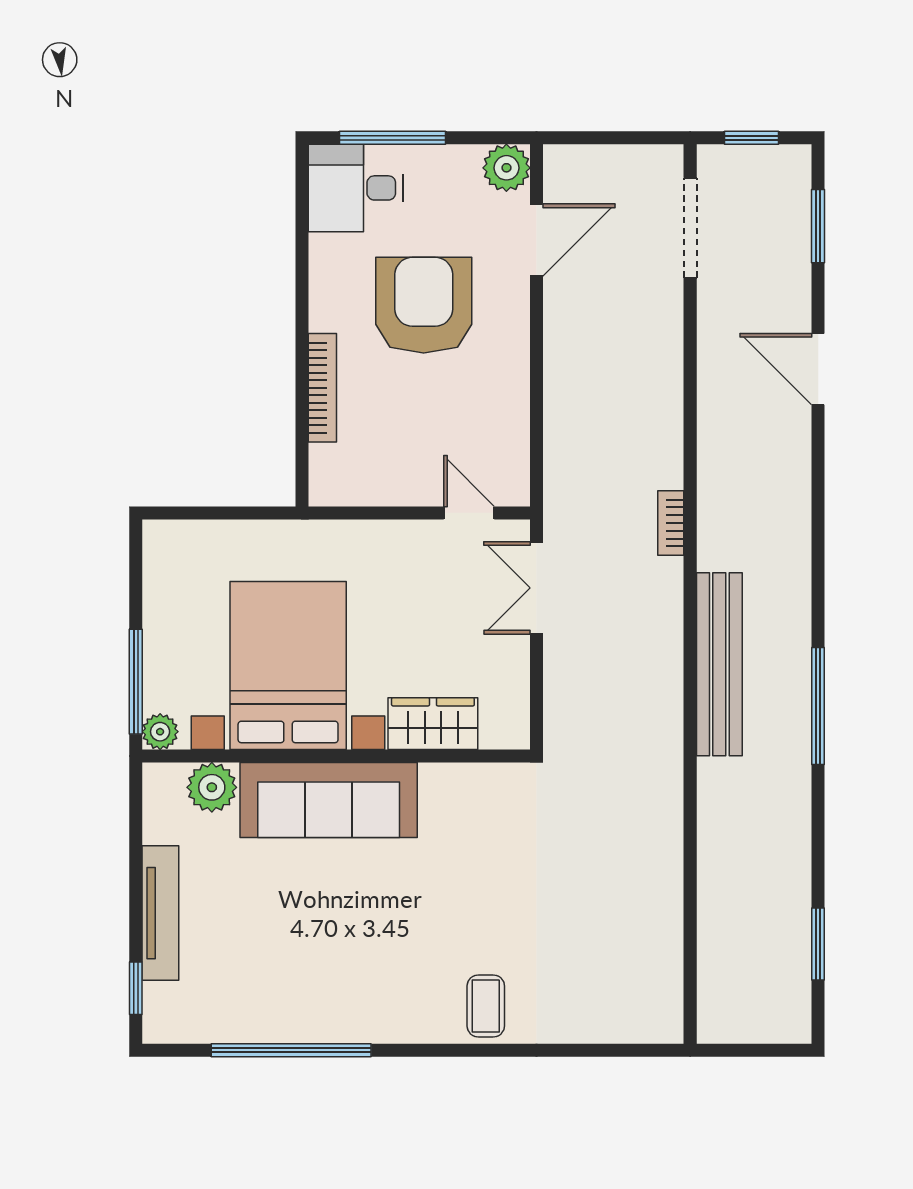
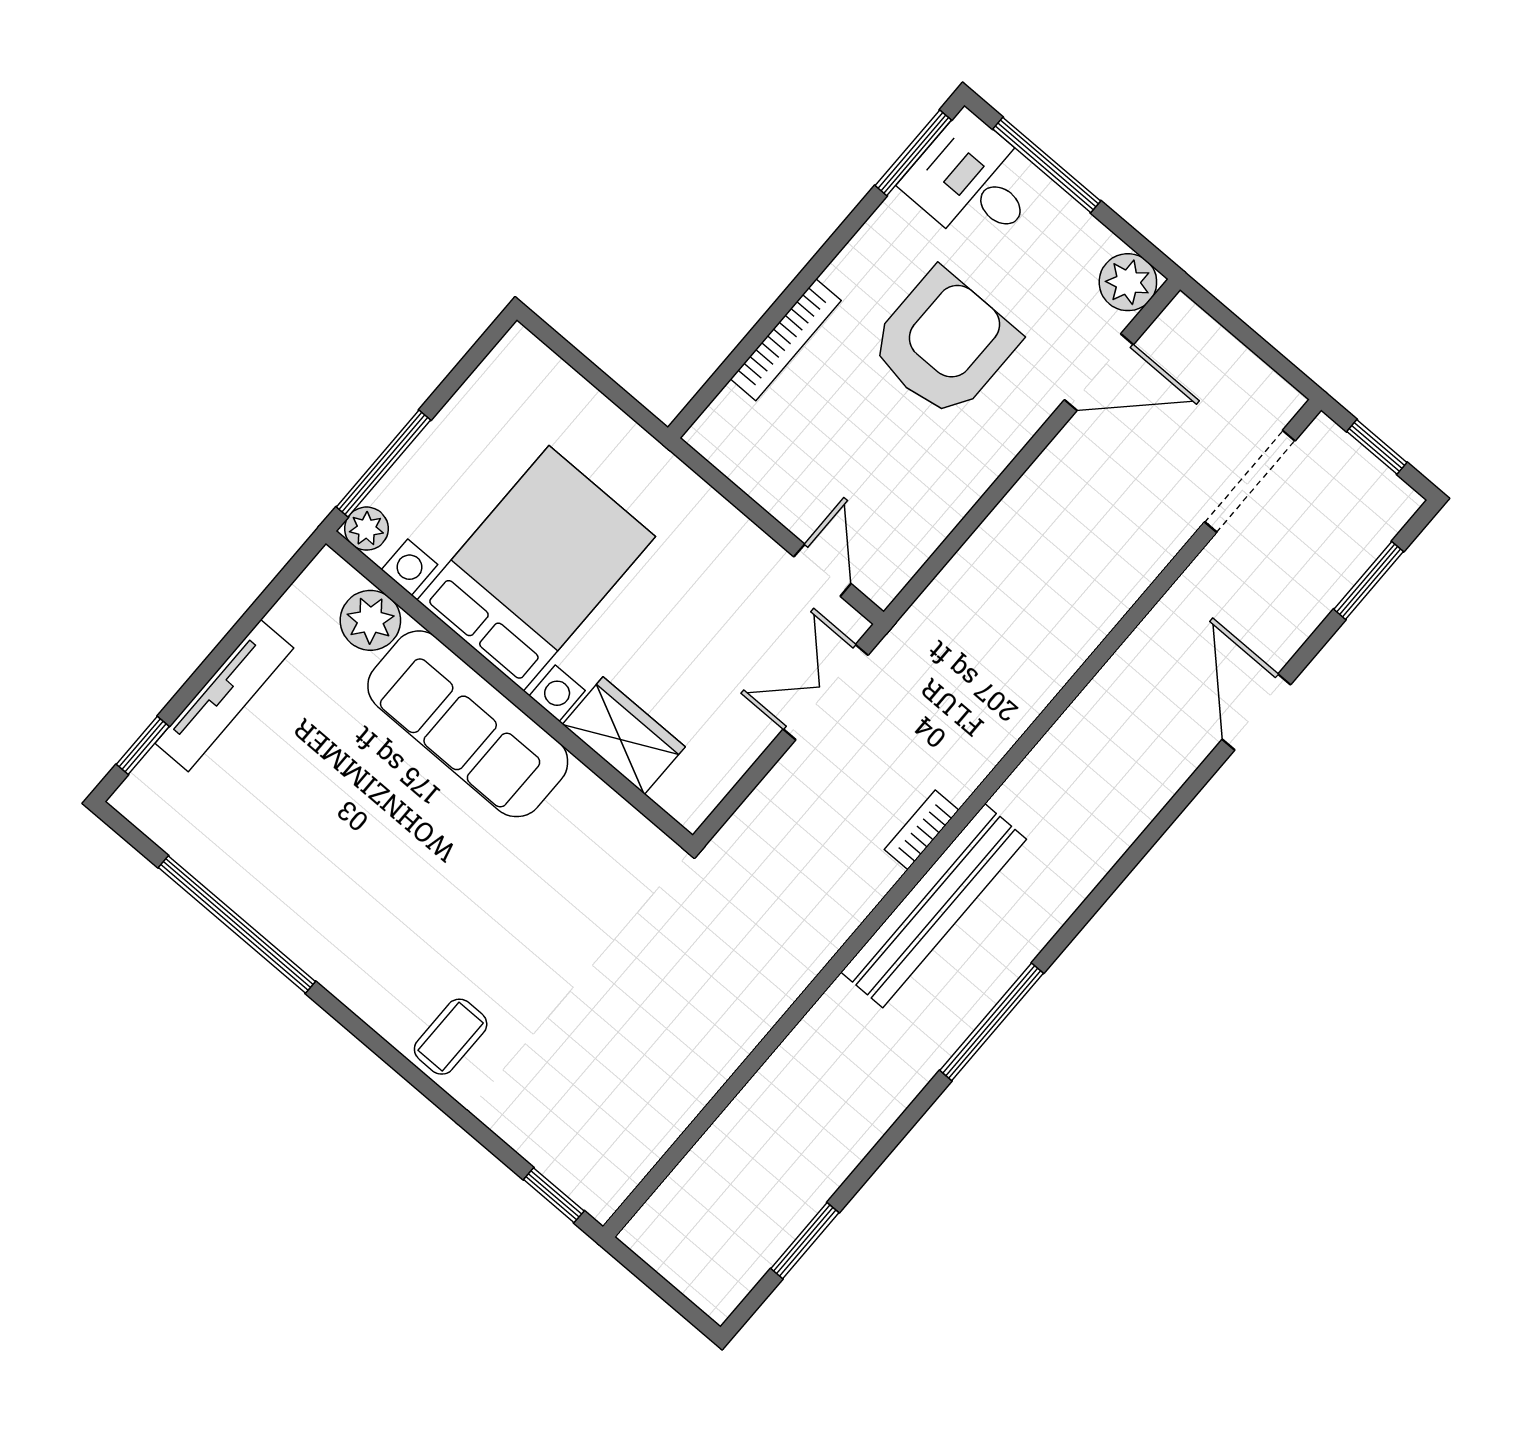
window: (302, 202) -> (913, 153), added
bookcase: (671, 523) -> (921, 830), moved
window: (636, 1050) -> (554, 1195), added

